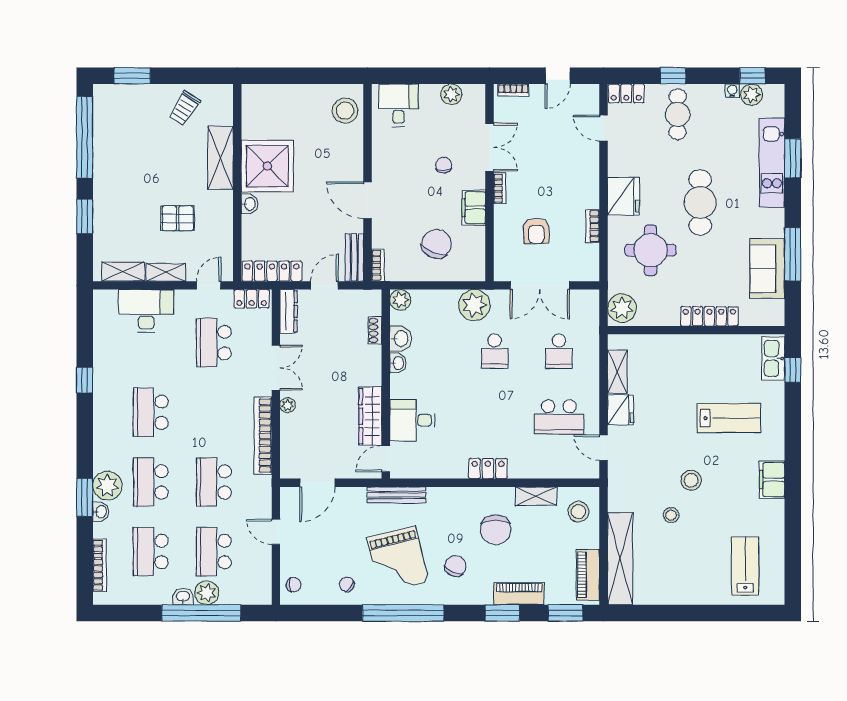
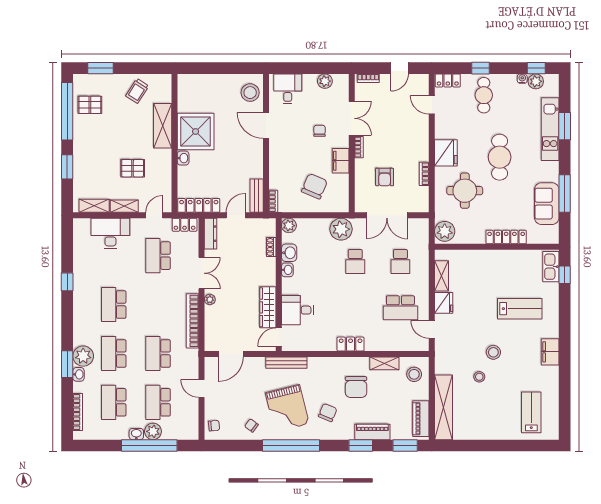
pallet: (117, 128) -> (90, 105), added
door: (367, 200) -> (266, 125), moved

